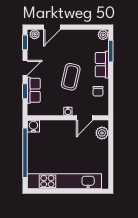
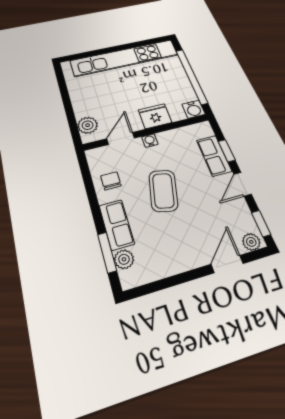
plant: (103, 35) -> (124, 259), moved
fridge: (59, 128) -> (155, 116), added

